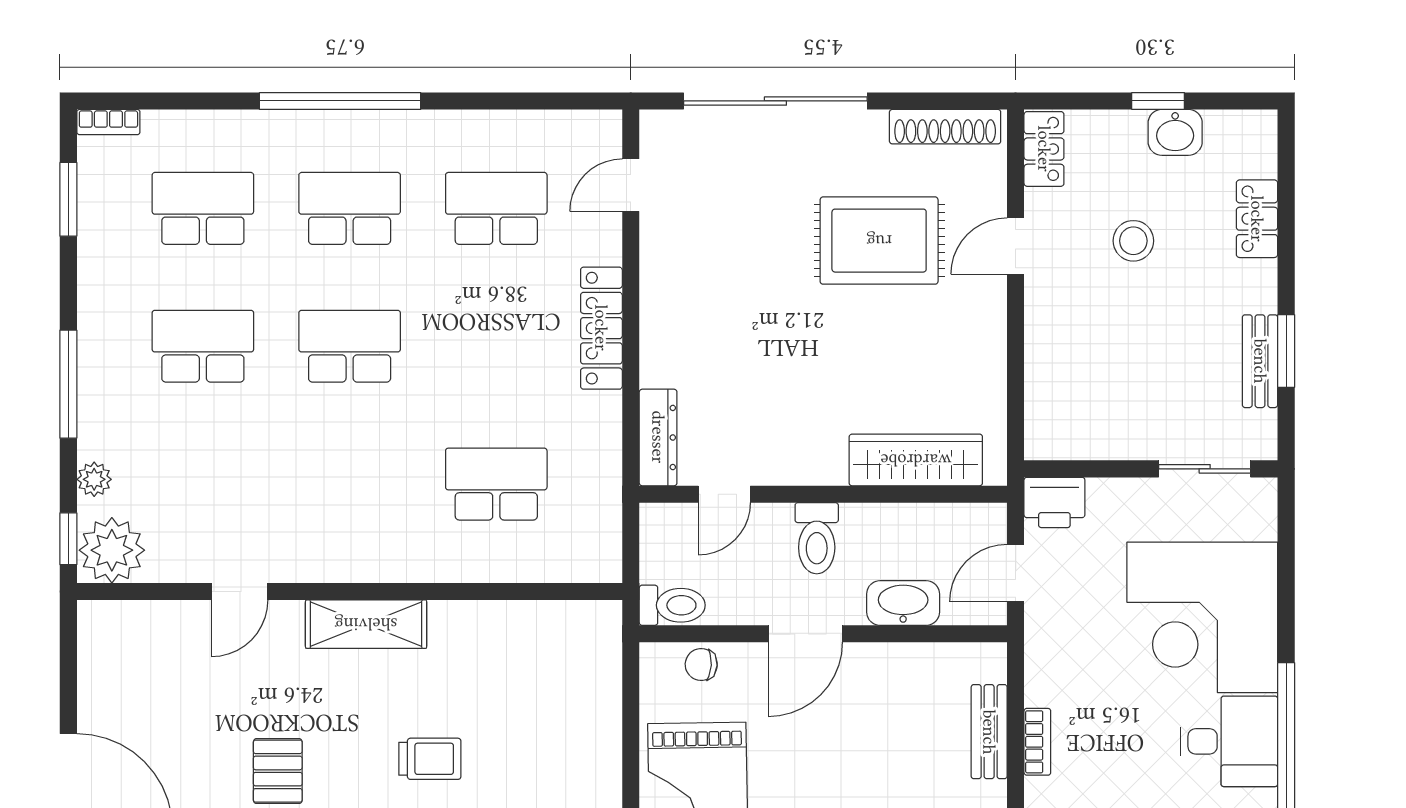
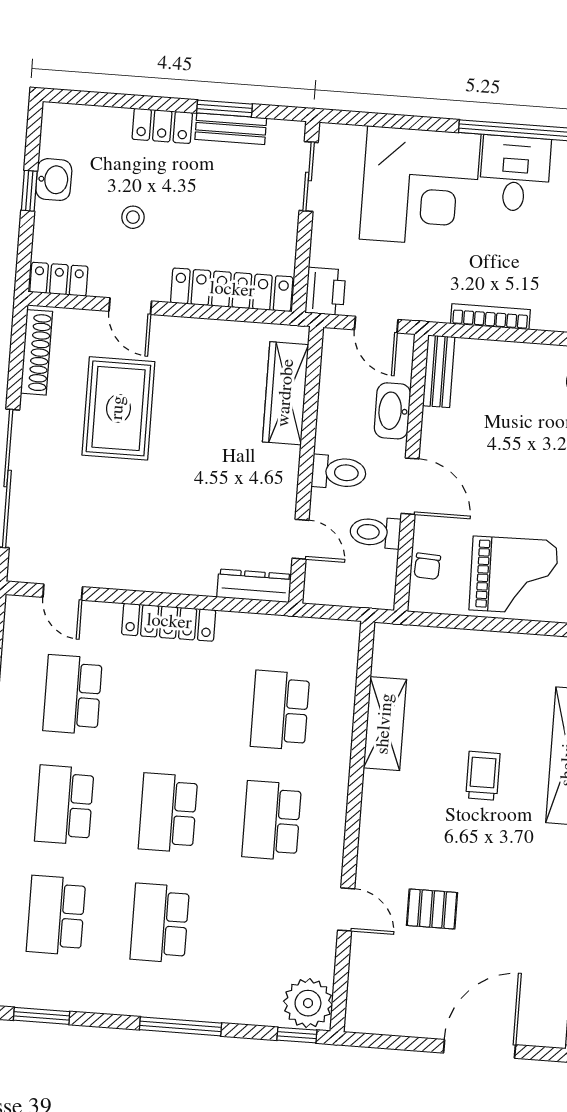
locker: (1257, 219) -> (162, 126), moved
stool: (1133, 241) -> (133, 217), width x0.73, depth x0.73
locker: (1047, 378) -> (232, 290), added
plant: (94, 479) -> (254, 1012), removed
school desk: (350, 484) -> (272, 821), added
toilet: (672, 605) -> (375, 532), moved, turned -90
shelving: (366, 624) -> (385, 724), moved
bench: (989, 732) -> (439, 371), moved, turned 90
bookcase: (1037, 742) -> (490, 317), width x1.56
pallet: (278, 771) -> (432, 909), moved

